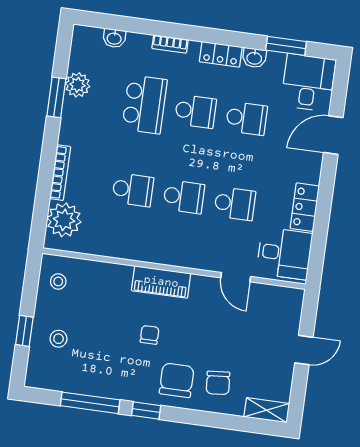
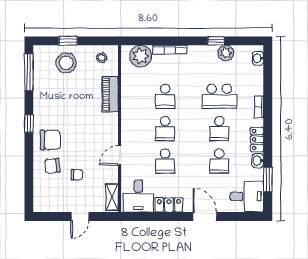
washbasin: (114, 38) -> (258, 58), moved
window: (56, 97) -> (216, 41), width x0.67
door: (333, 135) -> (205, 216), moved
door: (236, 277) -> (120, 155), moved
piano: (161, 282) -> (110, 94), moved
chair: (150, 335) -> (77, 175), moved
stool: (59, 339) -> (66, 63), width x1.89, depth x1.89
door: (304, 350) -> (80, 216), hinge flipped
window: (90, 403) -> (29, 72), moved
shelving: (267, 410) -> (112, 197), moved

